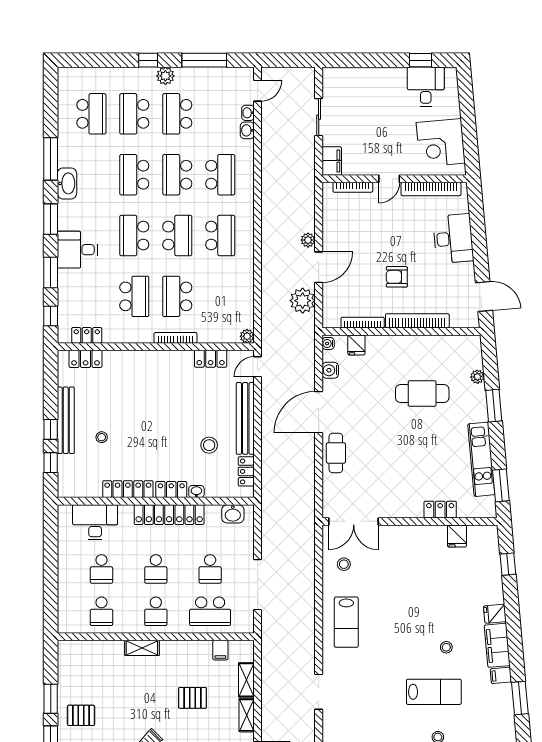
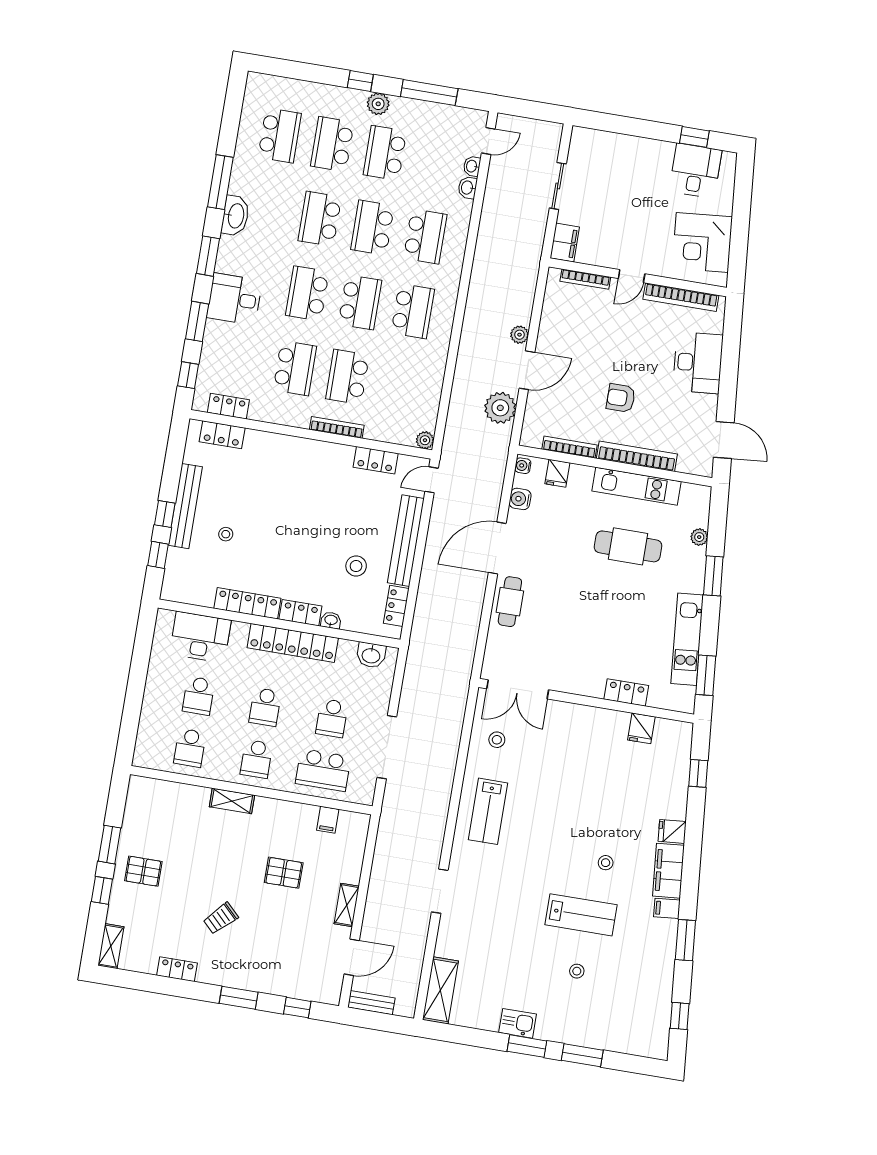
kitchen unit: (421, 345) -> (637, 486), added
shelving: (246, 680) -> (354, 862), removed

